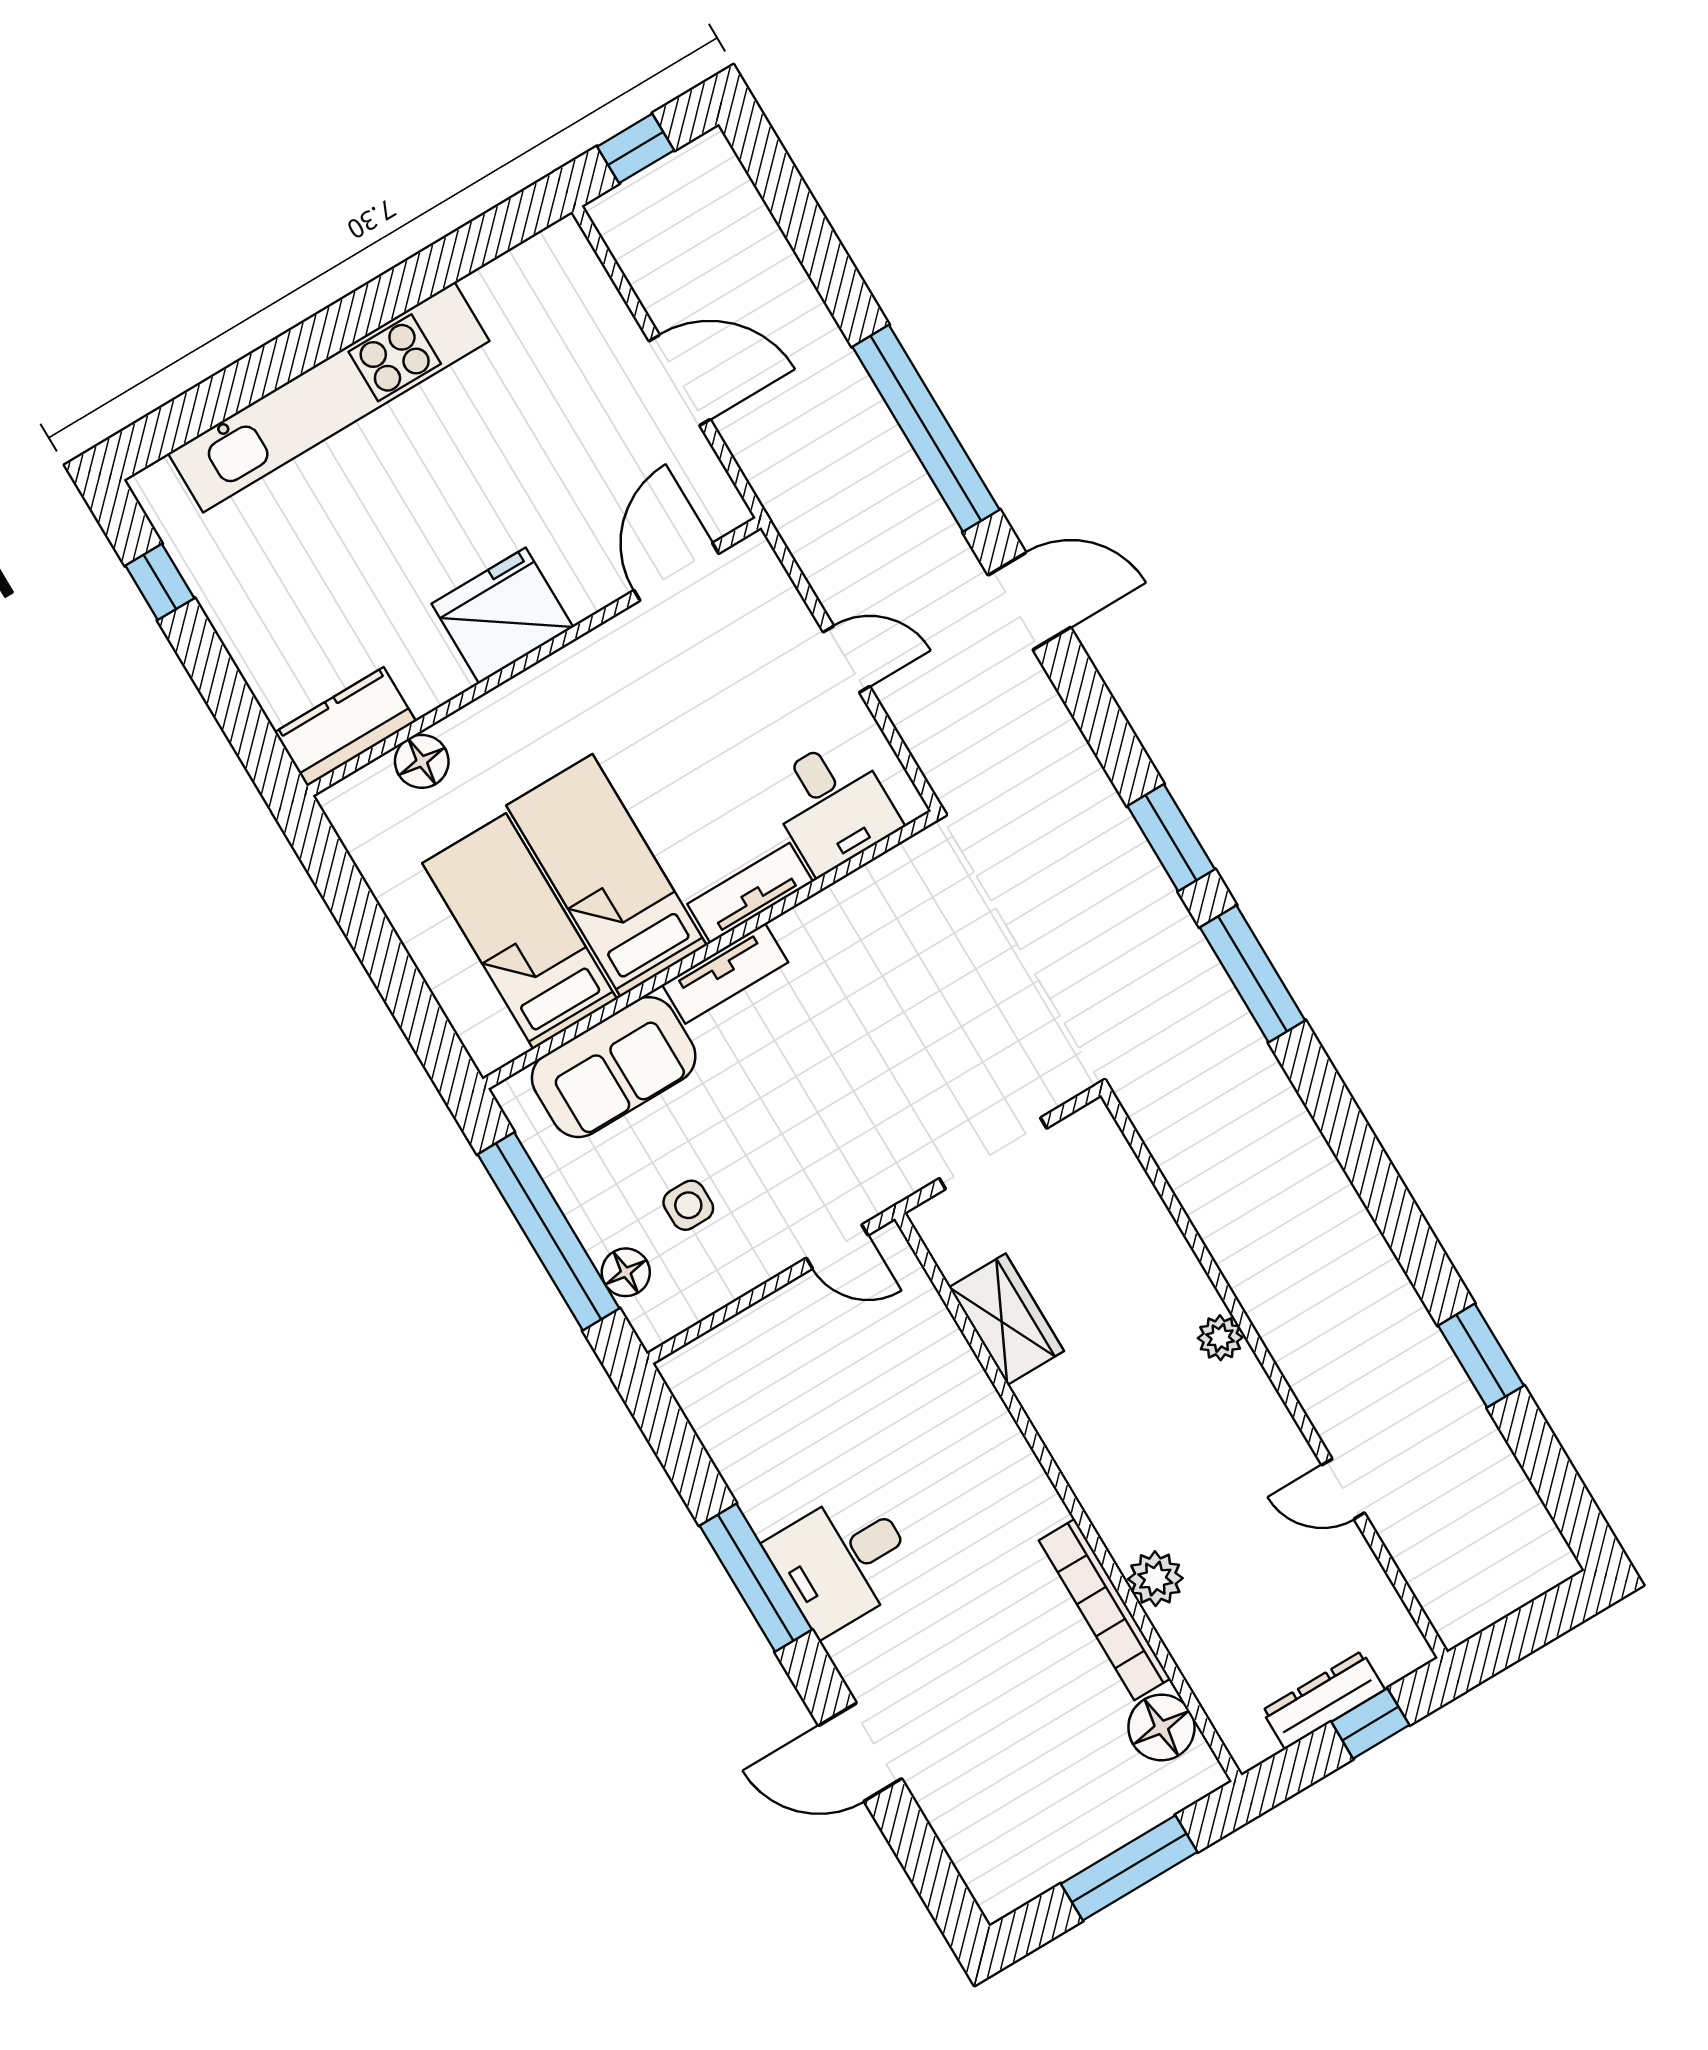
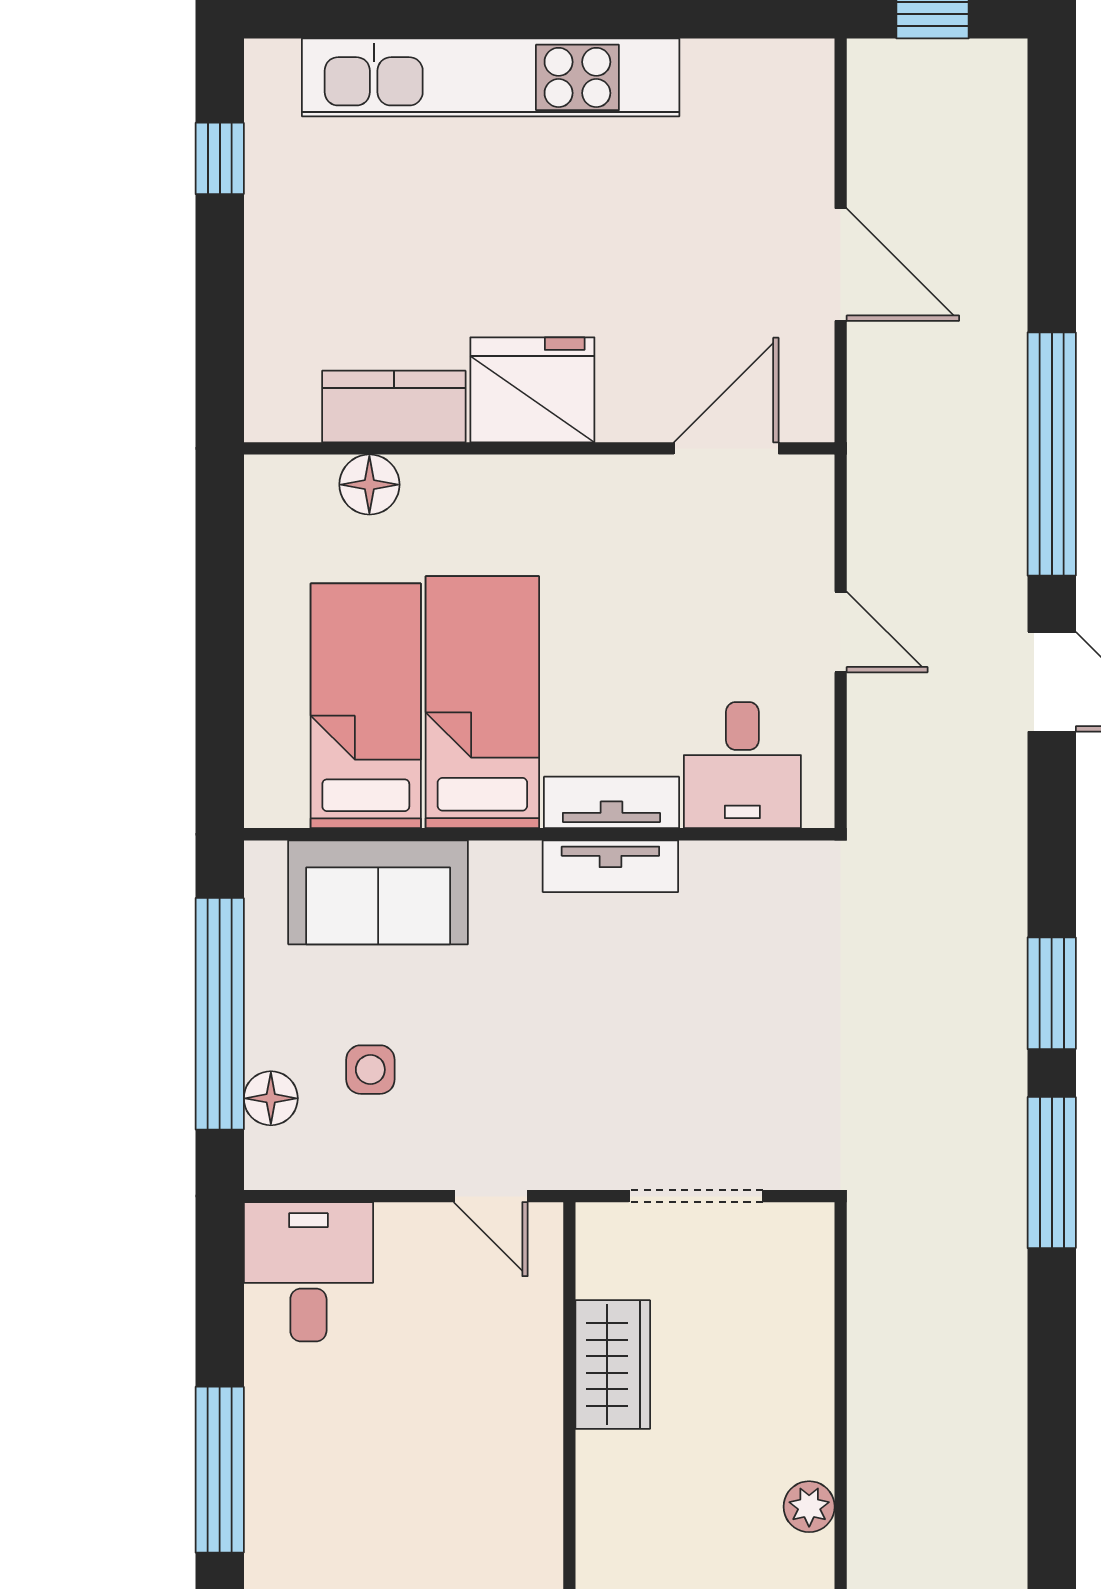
kitchen counter: (345, 727) -> (394, 407), moved
tv unit: (725, 973) -> (610, 866), moved
desk: (843, 1561) -> (308, 1272), moved, turned 90

